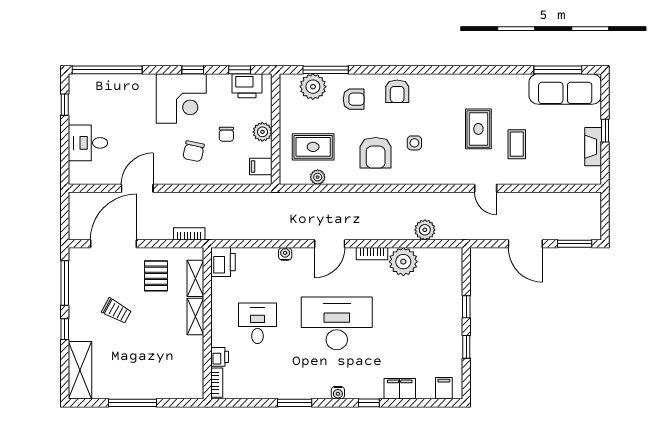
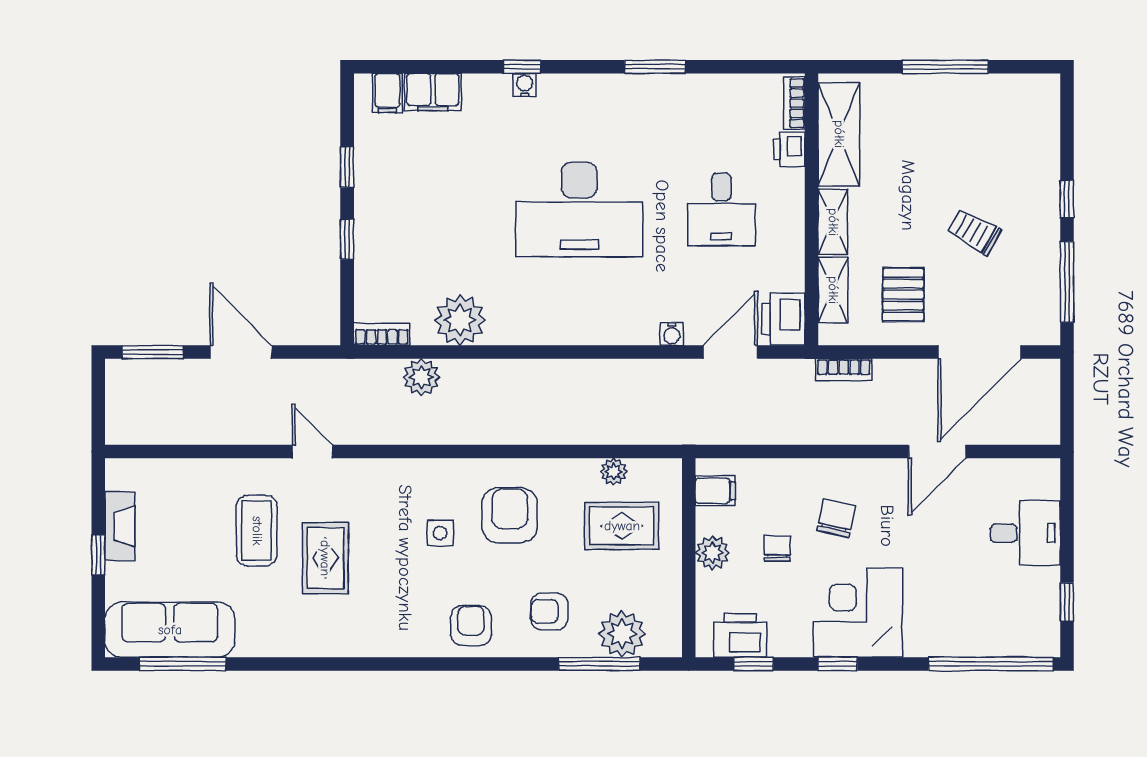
coffee table: (517, 144) -> (257, 531), width x1.36, depth x1.30
door: (330, 244) -> (730, 352), moved
bookcase: (372, 254) -> (382, 334), moved
shelving: (80, 370) -> (839, 134), moved
filing cabinet: (400, 389) -> (433, 92), moved
water cooler: (338, 393) -> (525, 85), moved

